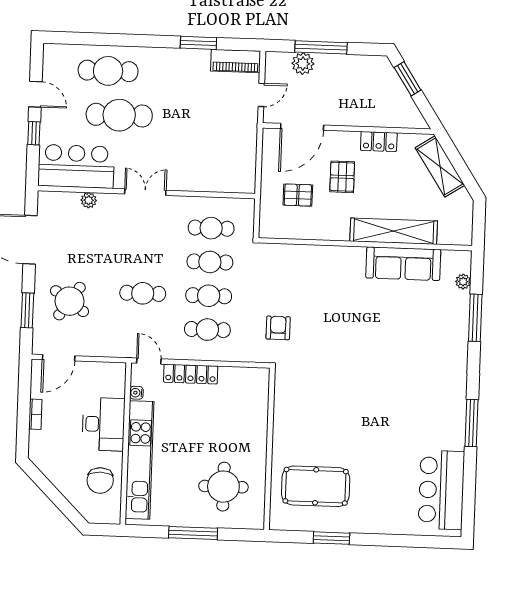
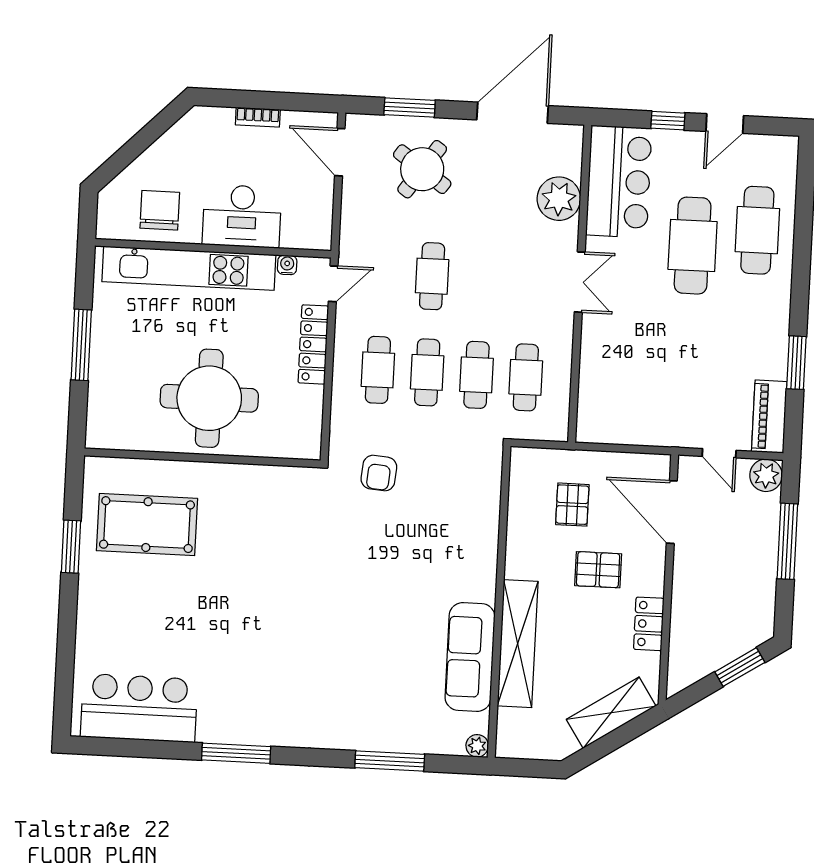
plant: (303, 64) -> (766, 475), moved
plant: (89, 200) -> (559, 199), width x1.87, depth x1.87
plant: (463, 282) -> (477, 746), moved
armchair: (278, 328) -> (379, 473), turned 95
chair: (100, 481) -> (160, 210), turned 90
pool table: (316, 486) -> (147, 525), turned 90
round table: (223, 487) -> (209, 398), moved, width x1.36, depth x1.36

